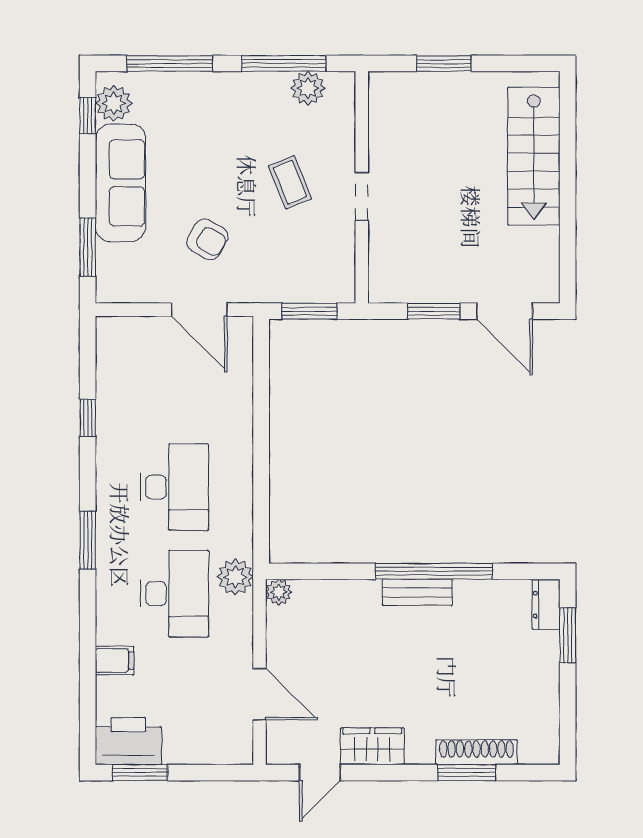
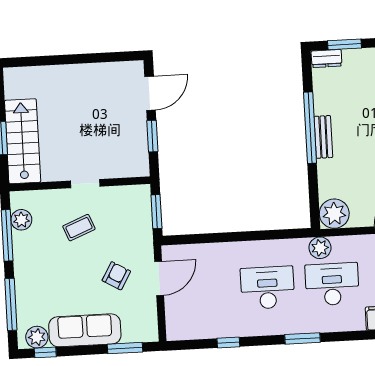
stairs: (534, 156) -> (23, 141), moved, turned -90
plant: (279, 592) -> (334, 214), width x1.88, depth x1.88

